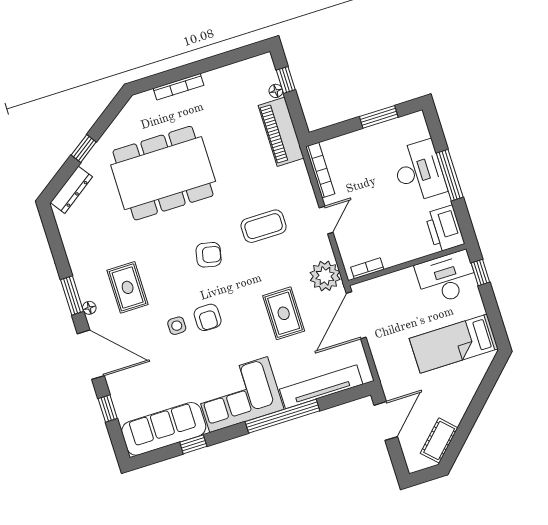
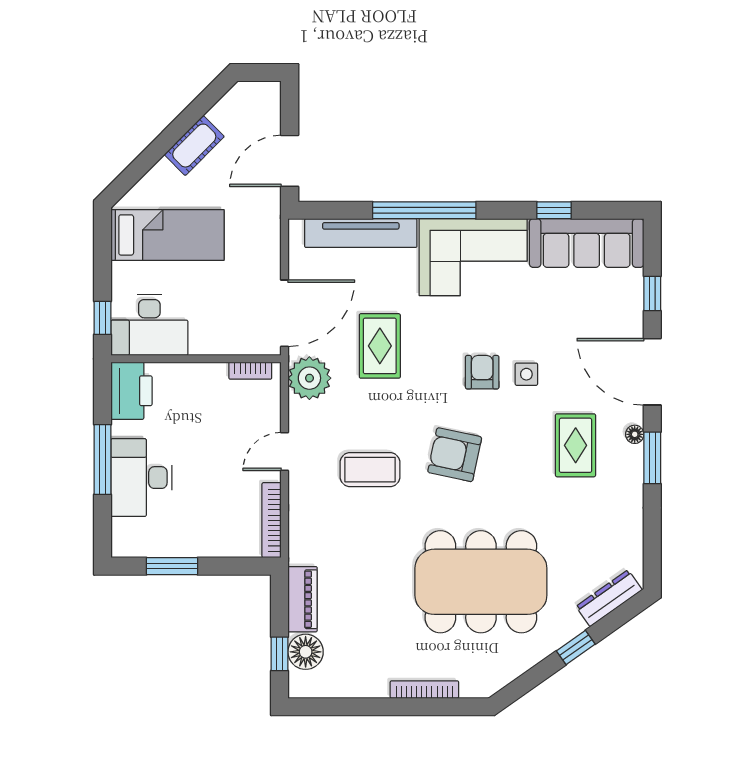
floor lamp: (276, 91) -> (306, 652), width x1.89, depth x1.89
piano: (281, 132) -> (303, 599), width x0.73, depth x0.75
armchair: (209, 255) -> (455, 455), width x1.38, depth x1.38
cot: (439, 441) -> (194, 146), moved

